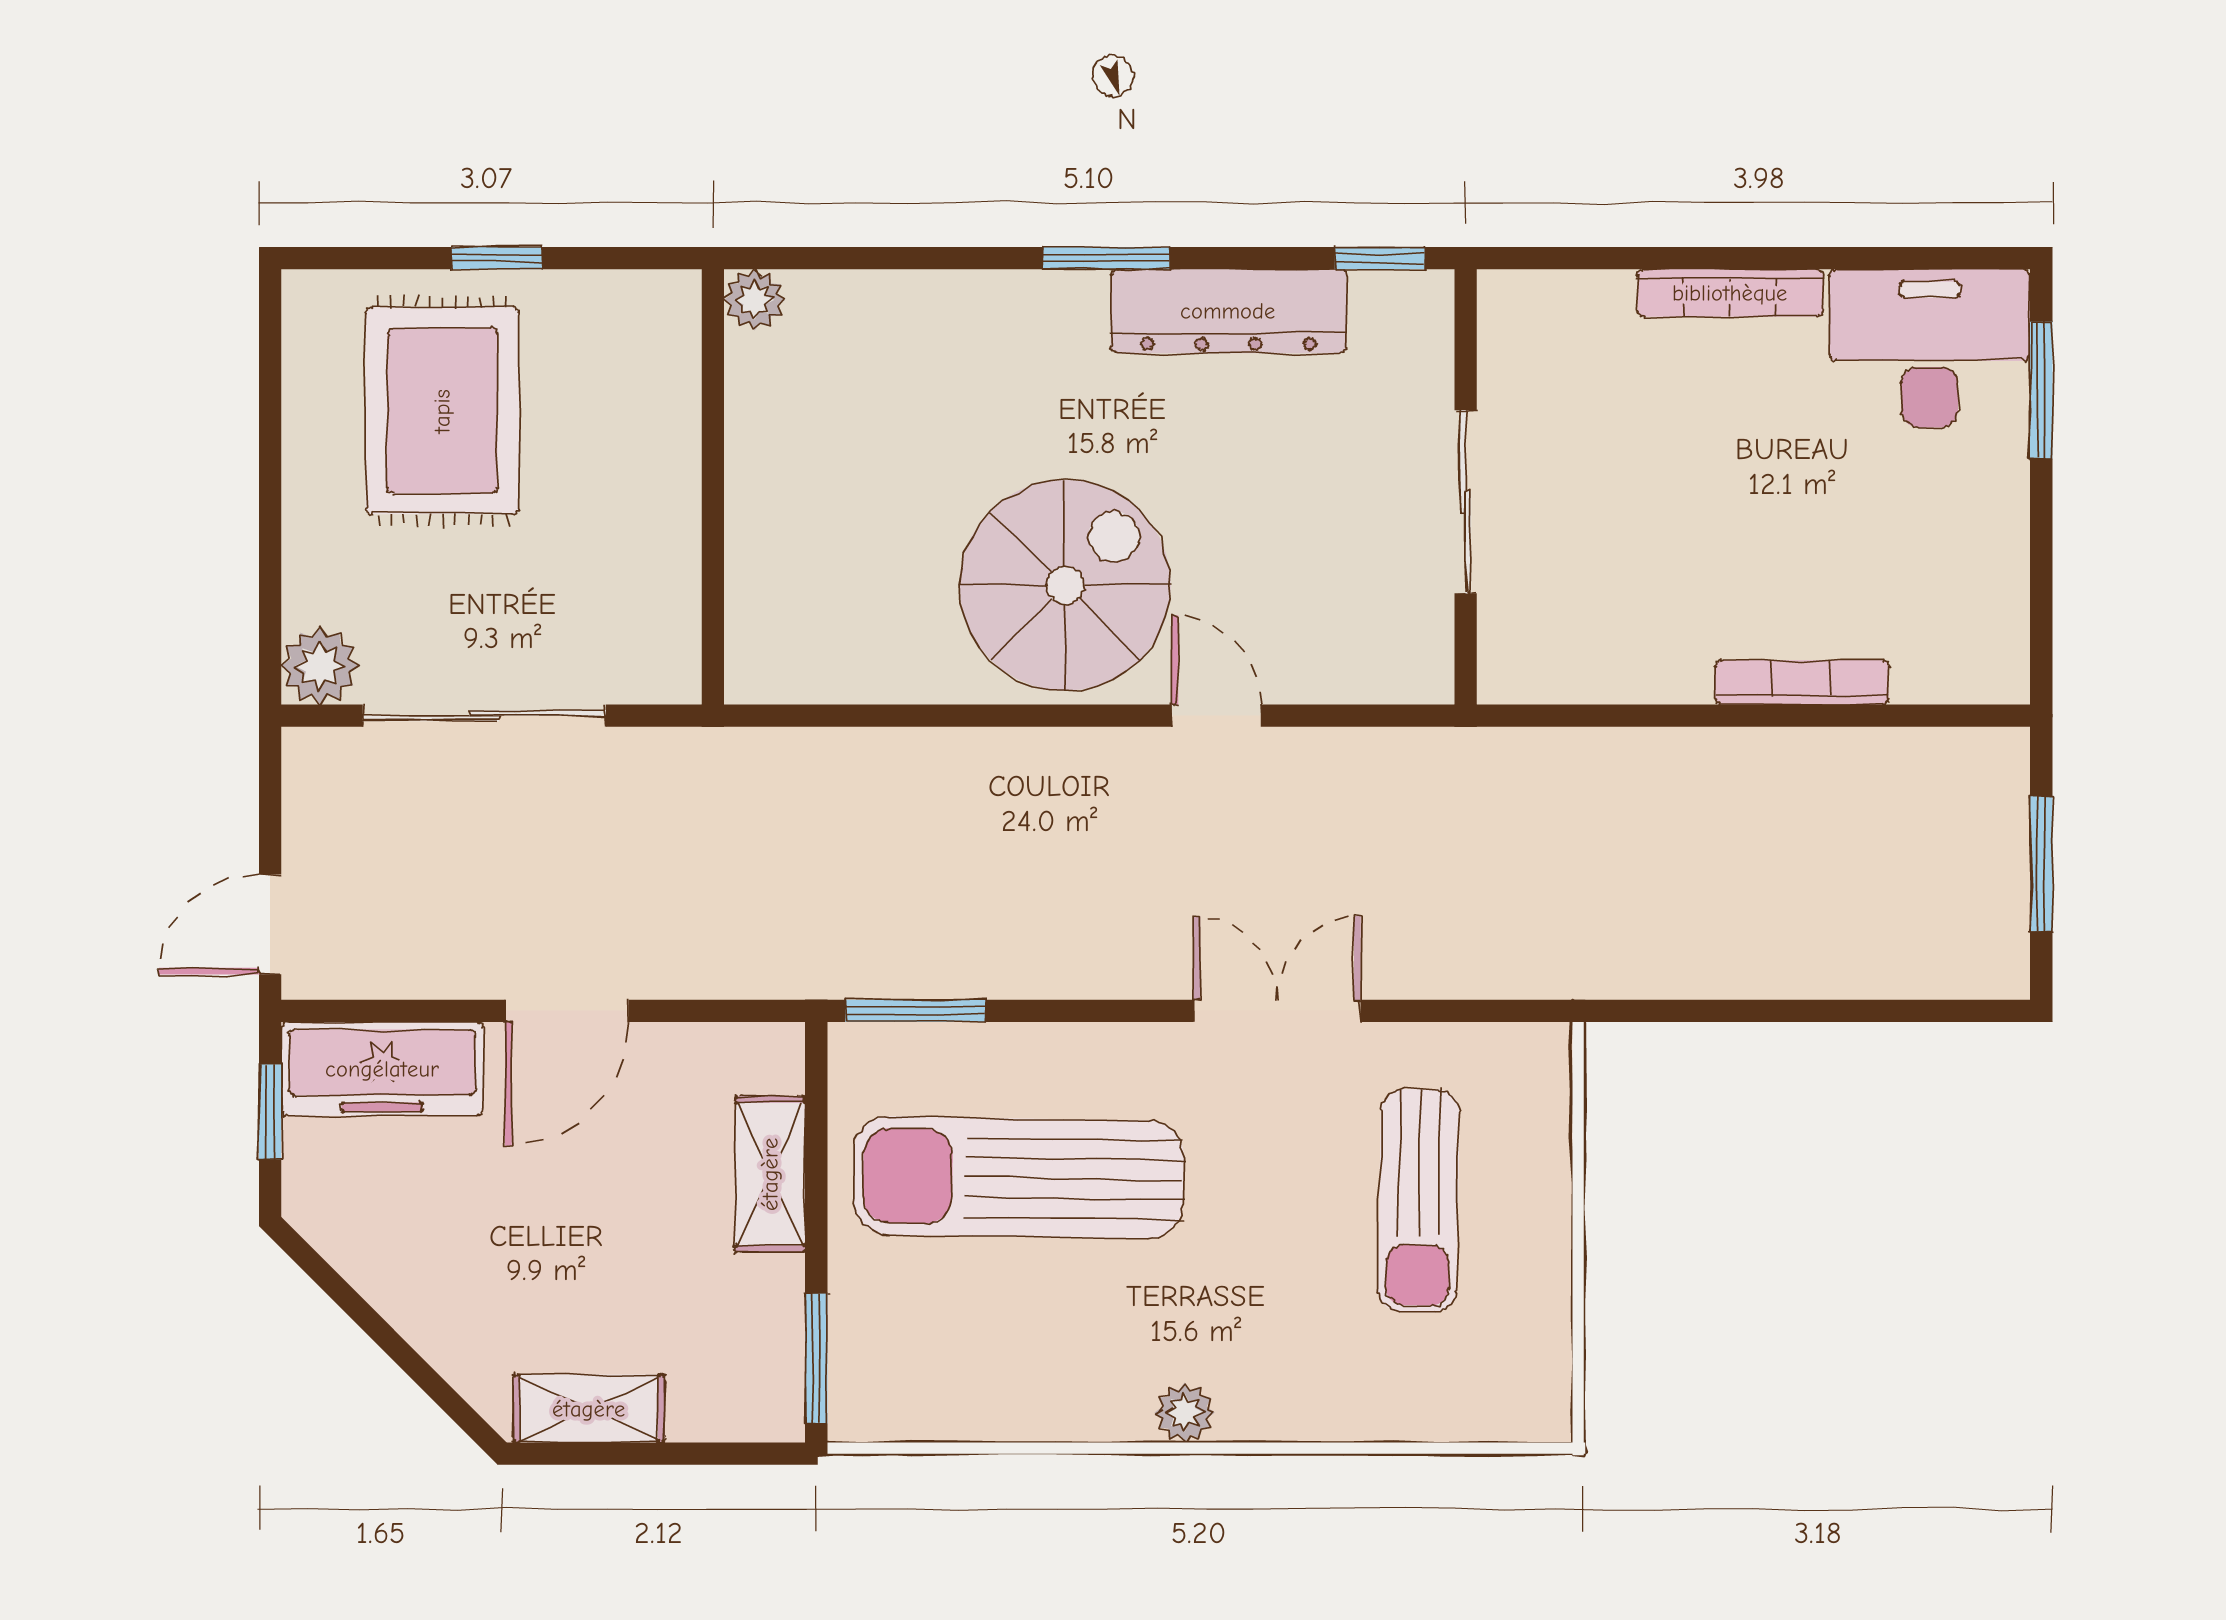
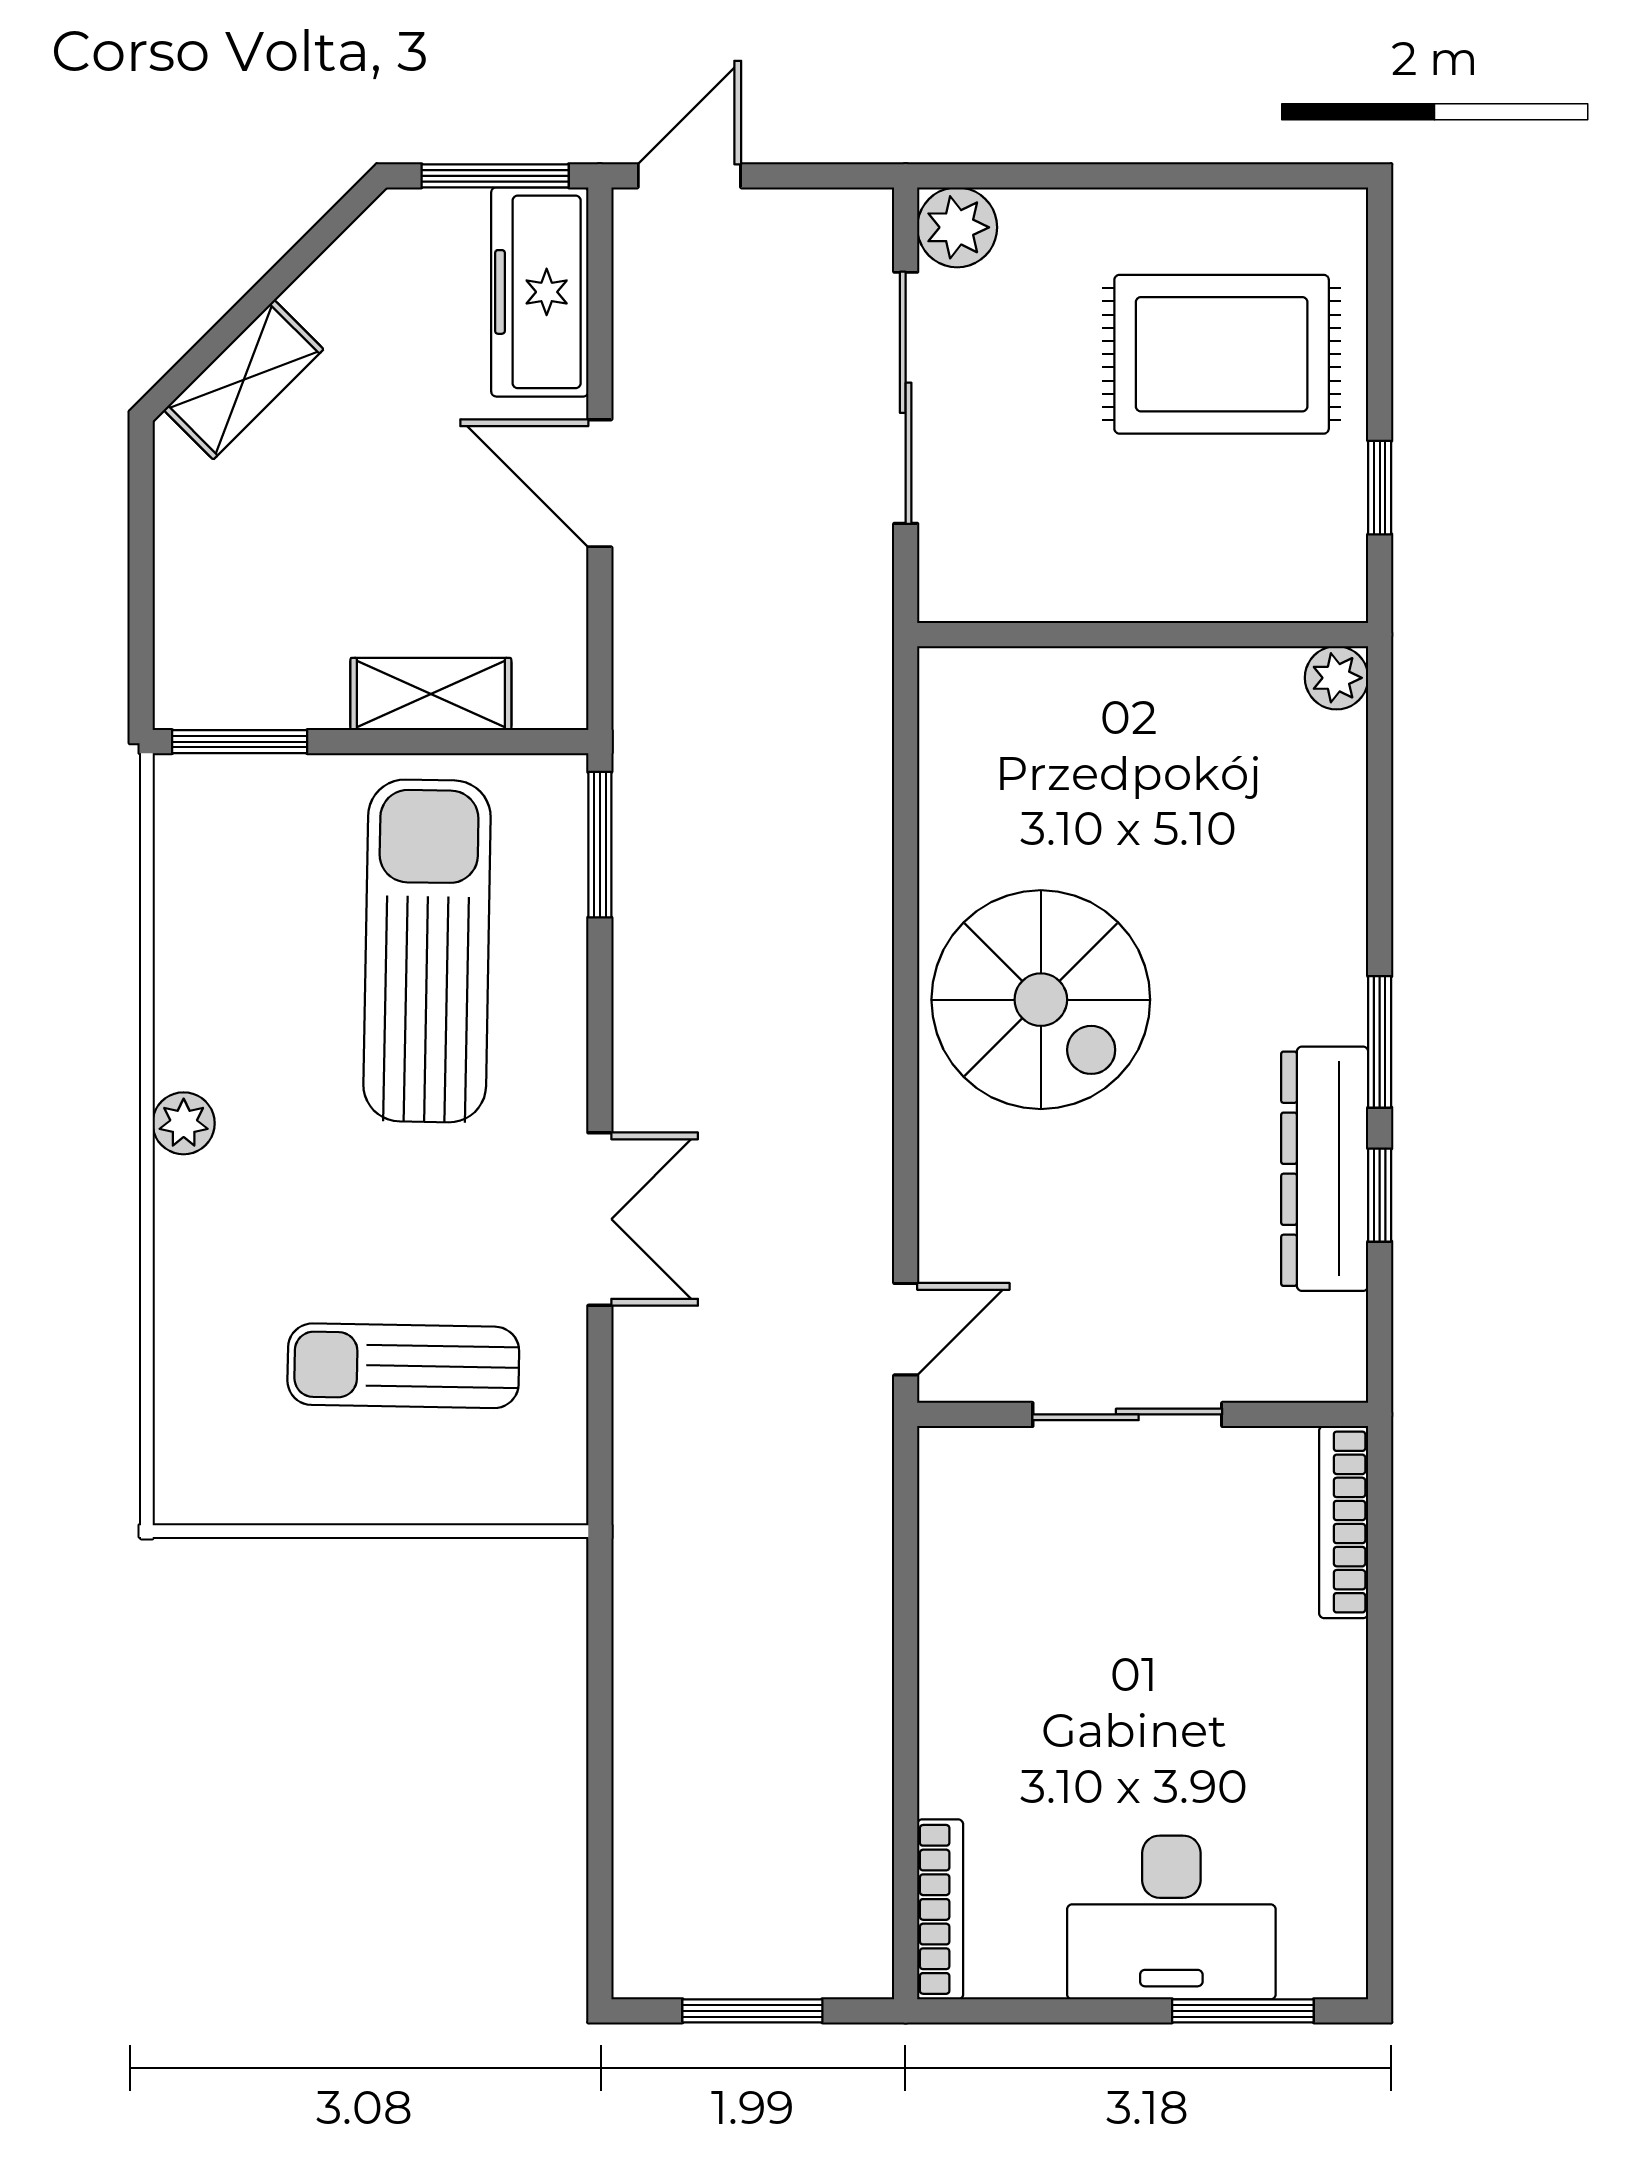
window: (497, 258) -> (1380, 488), moved
window: (1380, 258) -> (1380, 1195), moved
bookcase: (1730, 293) -> (1344, 1522), moved
desk: (1930, 348) -> (1171, 1917), moved, turned 90
bookcase: (1802, 682) -> (940, 1909), moved
door: (1216, 716) -> (906, 1329), moved
door: (270, 924) -> (689, 176), hinge flipped
window: (270, 1112) -> (495, 176), width x1.50
shelving: (589, 1409) -> (244, 380), moved, turned 45

